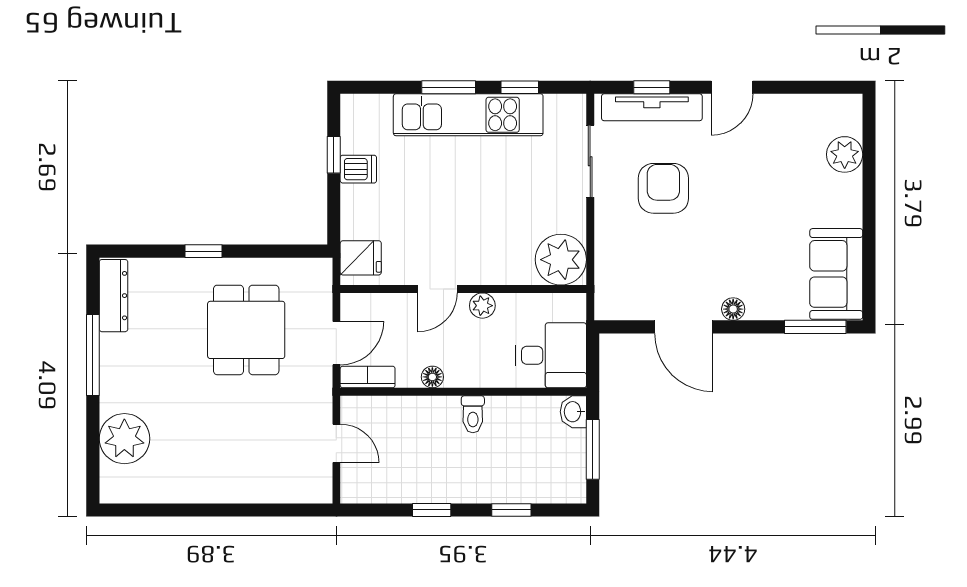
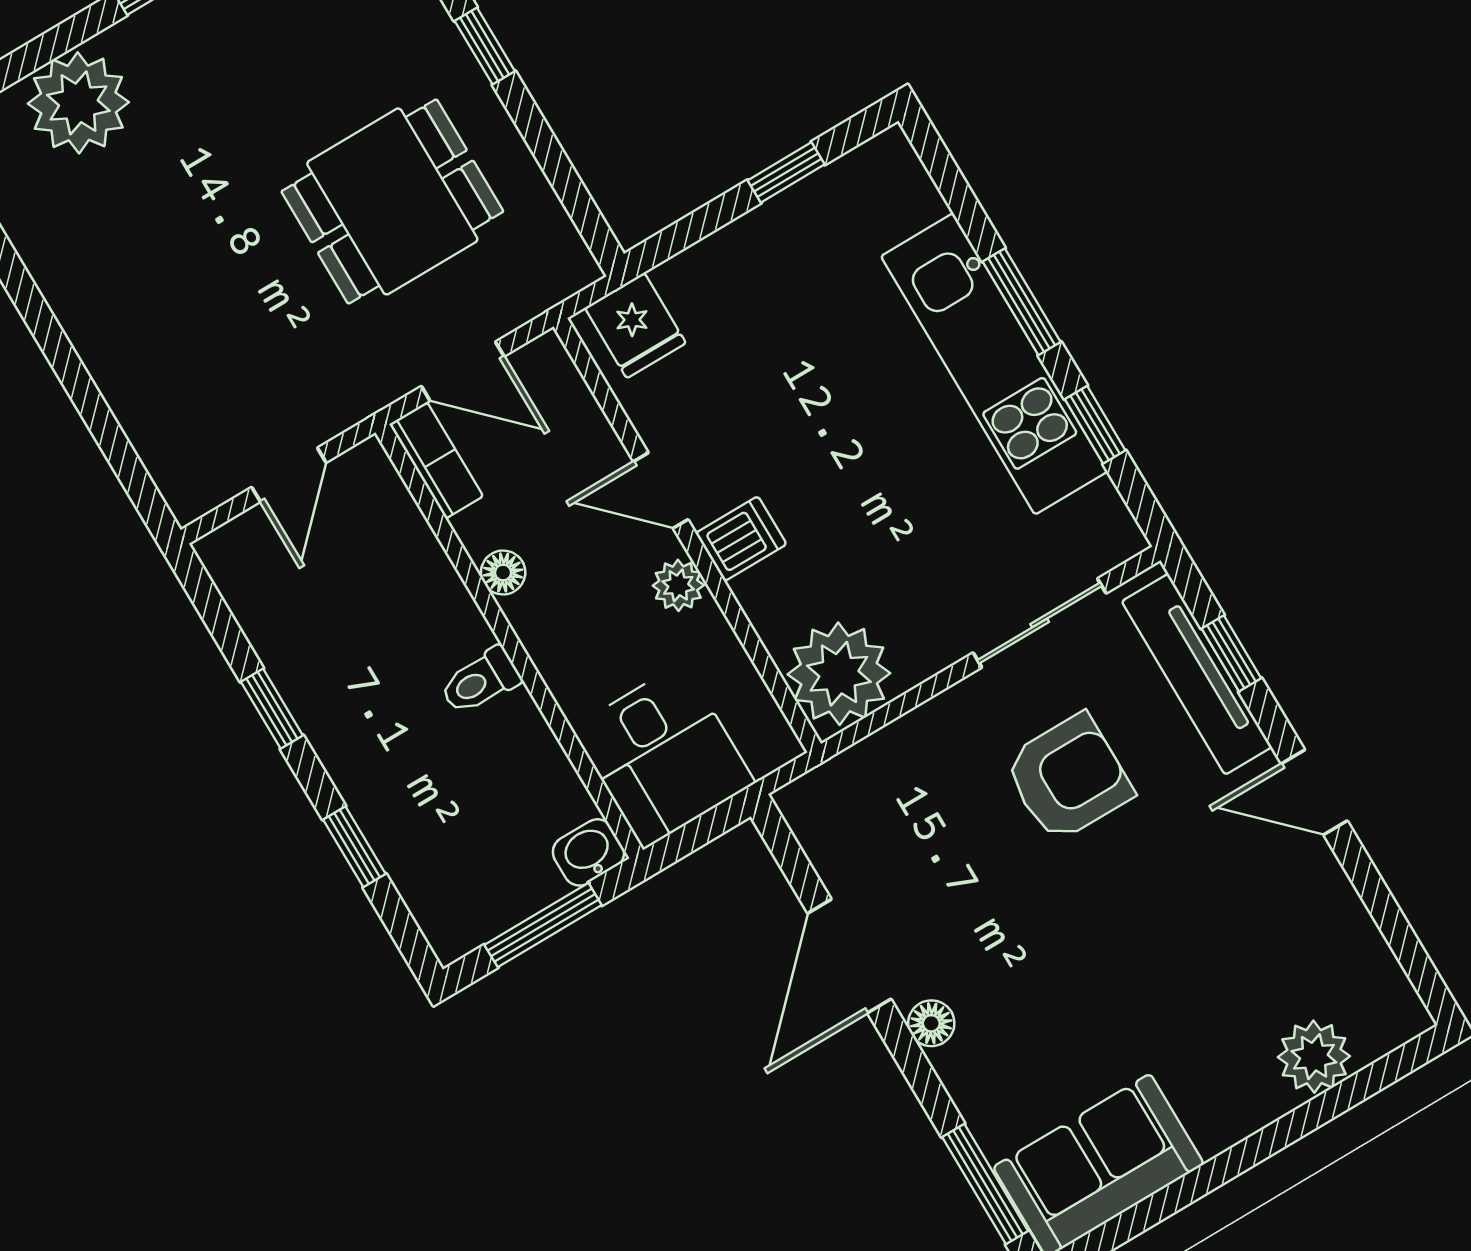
dishwasher: (358, 169) -> (741, 539), moved, turned -90

